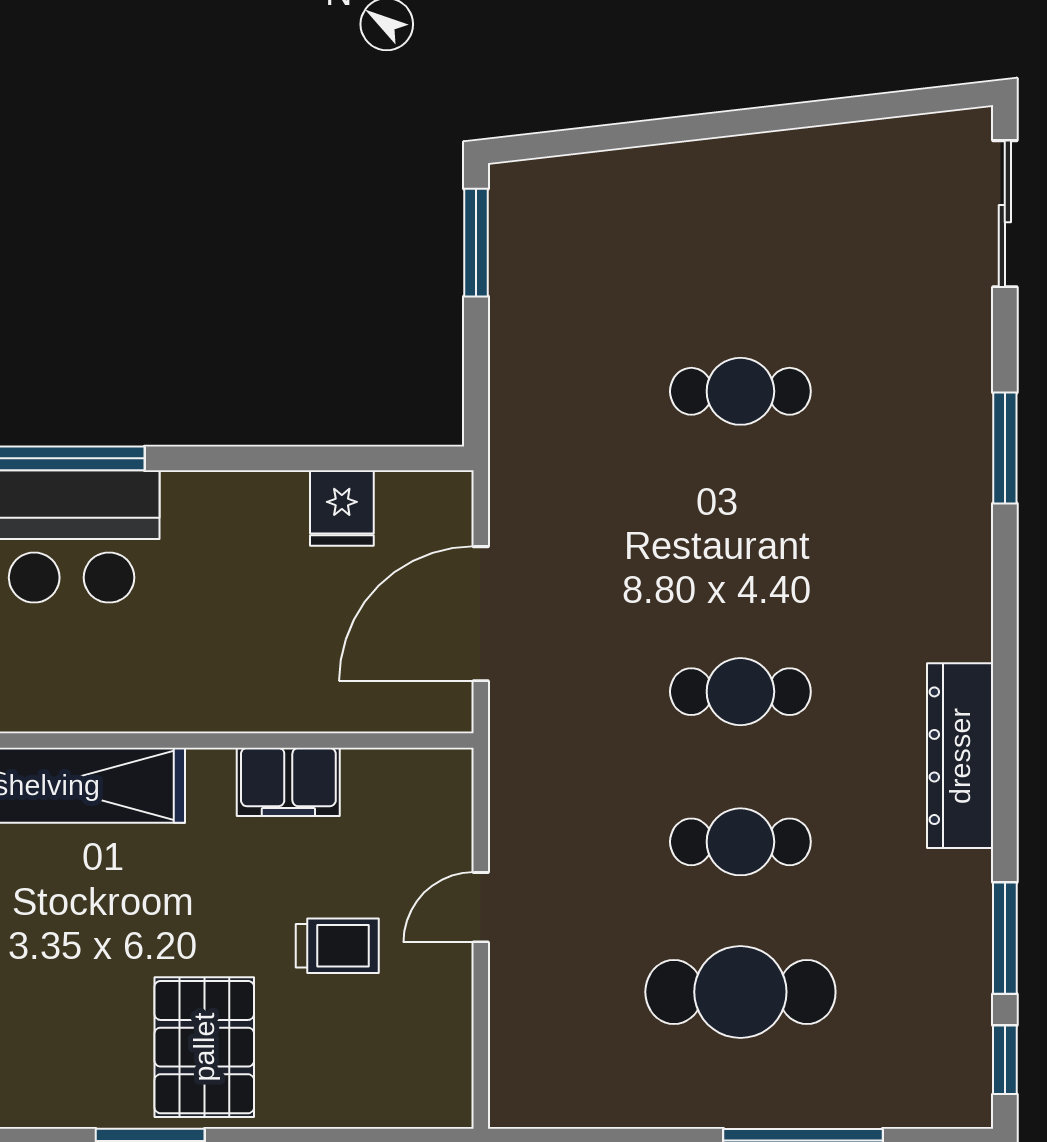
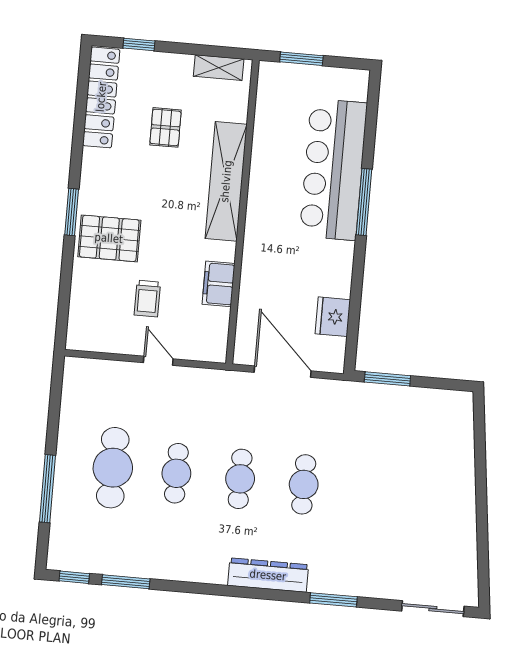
window: (476, 243) -> (387, 379), moved
cafe table: (740, 391) -> (304, 484), moved
fridge: (342, 508) -> (333, 317), width x1.38
dresser: (960, 756) -> (268, 575), moved

